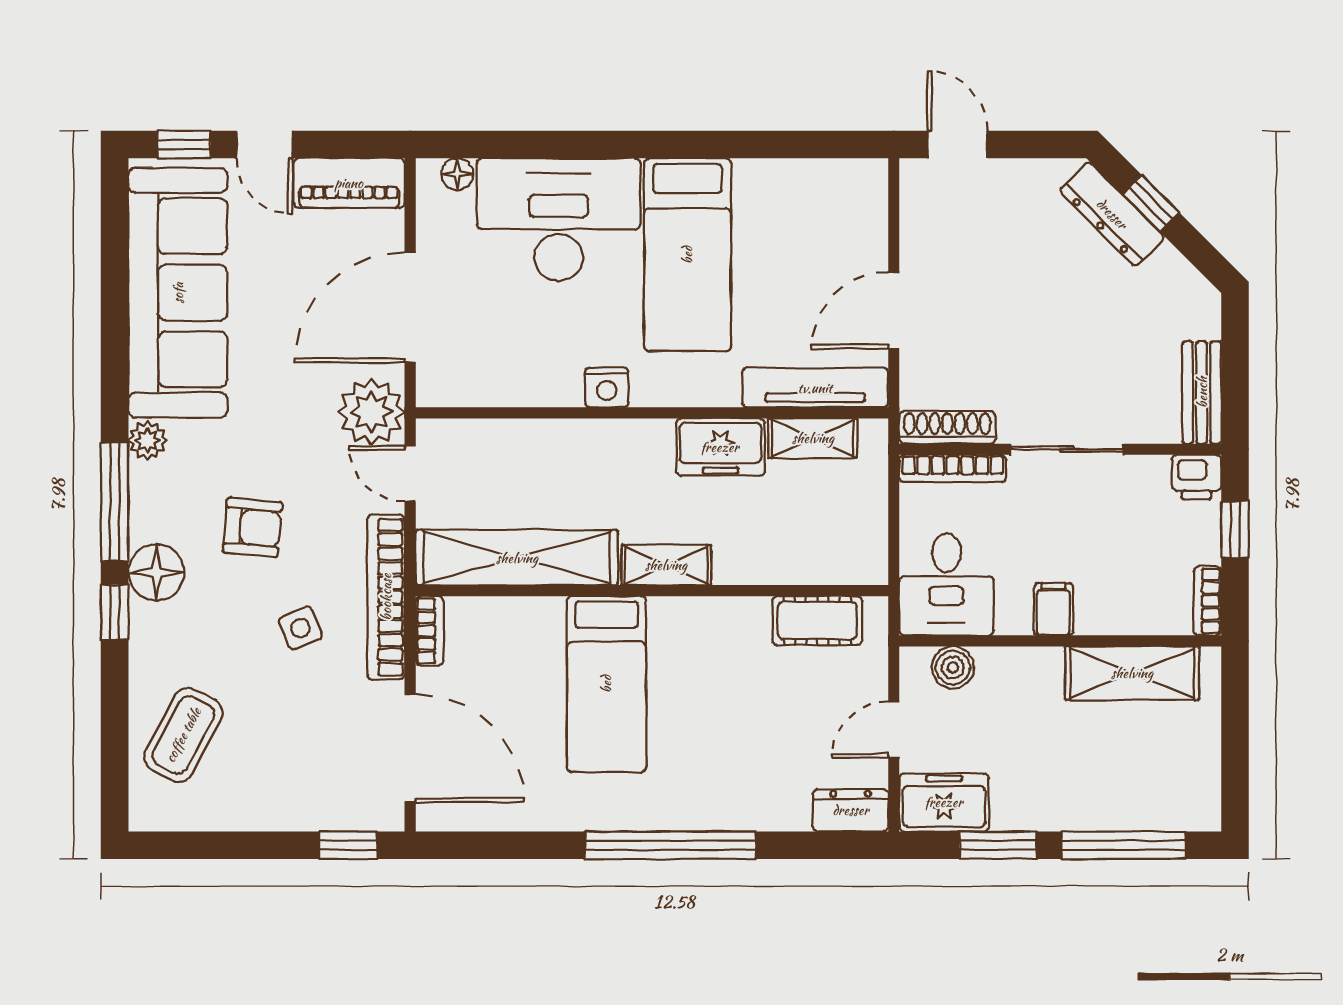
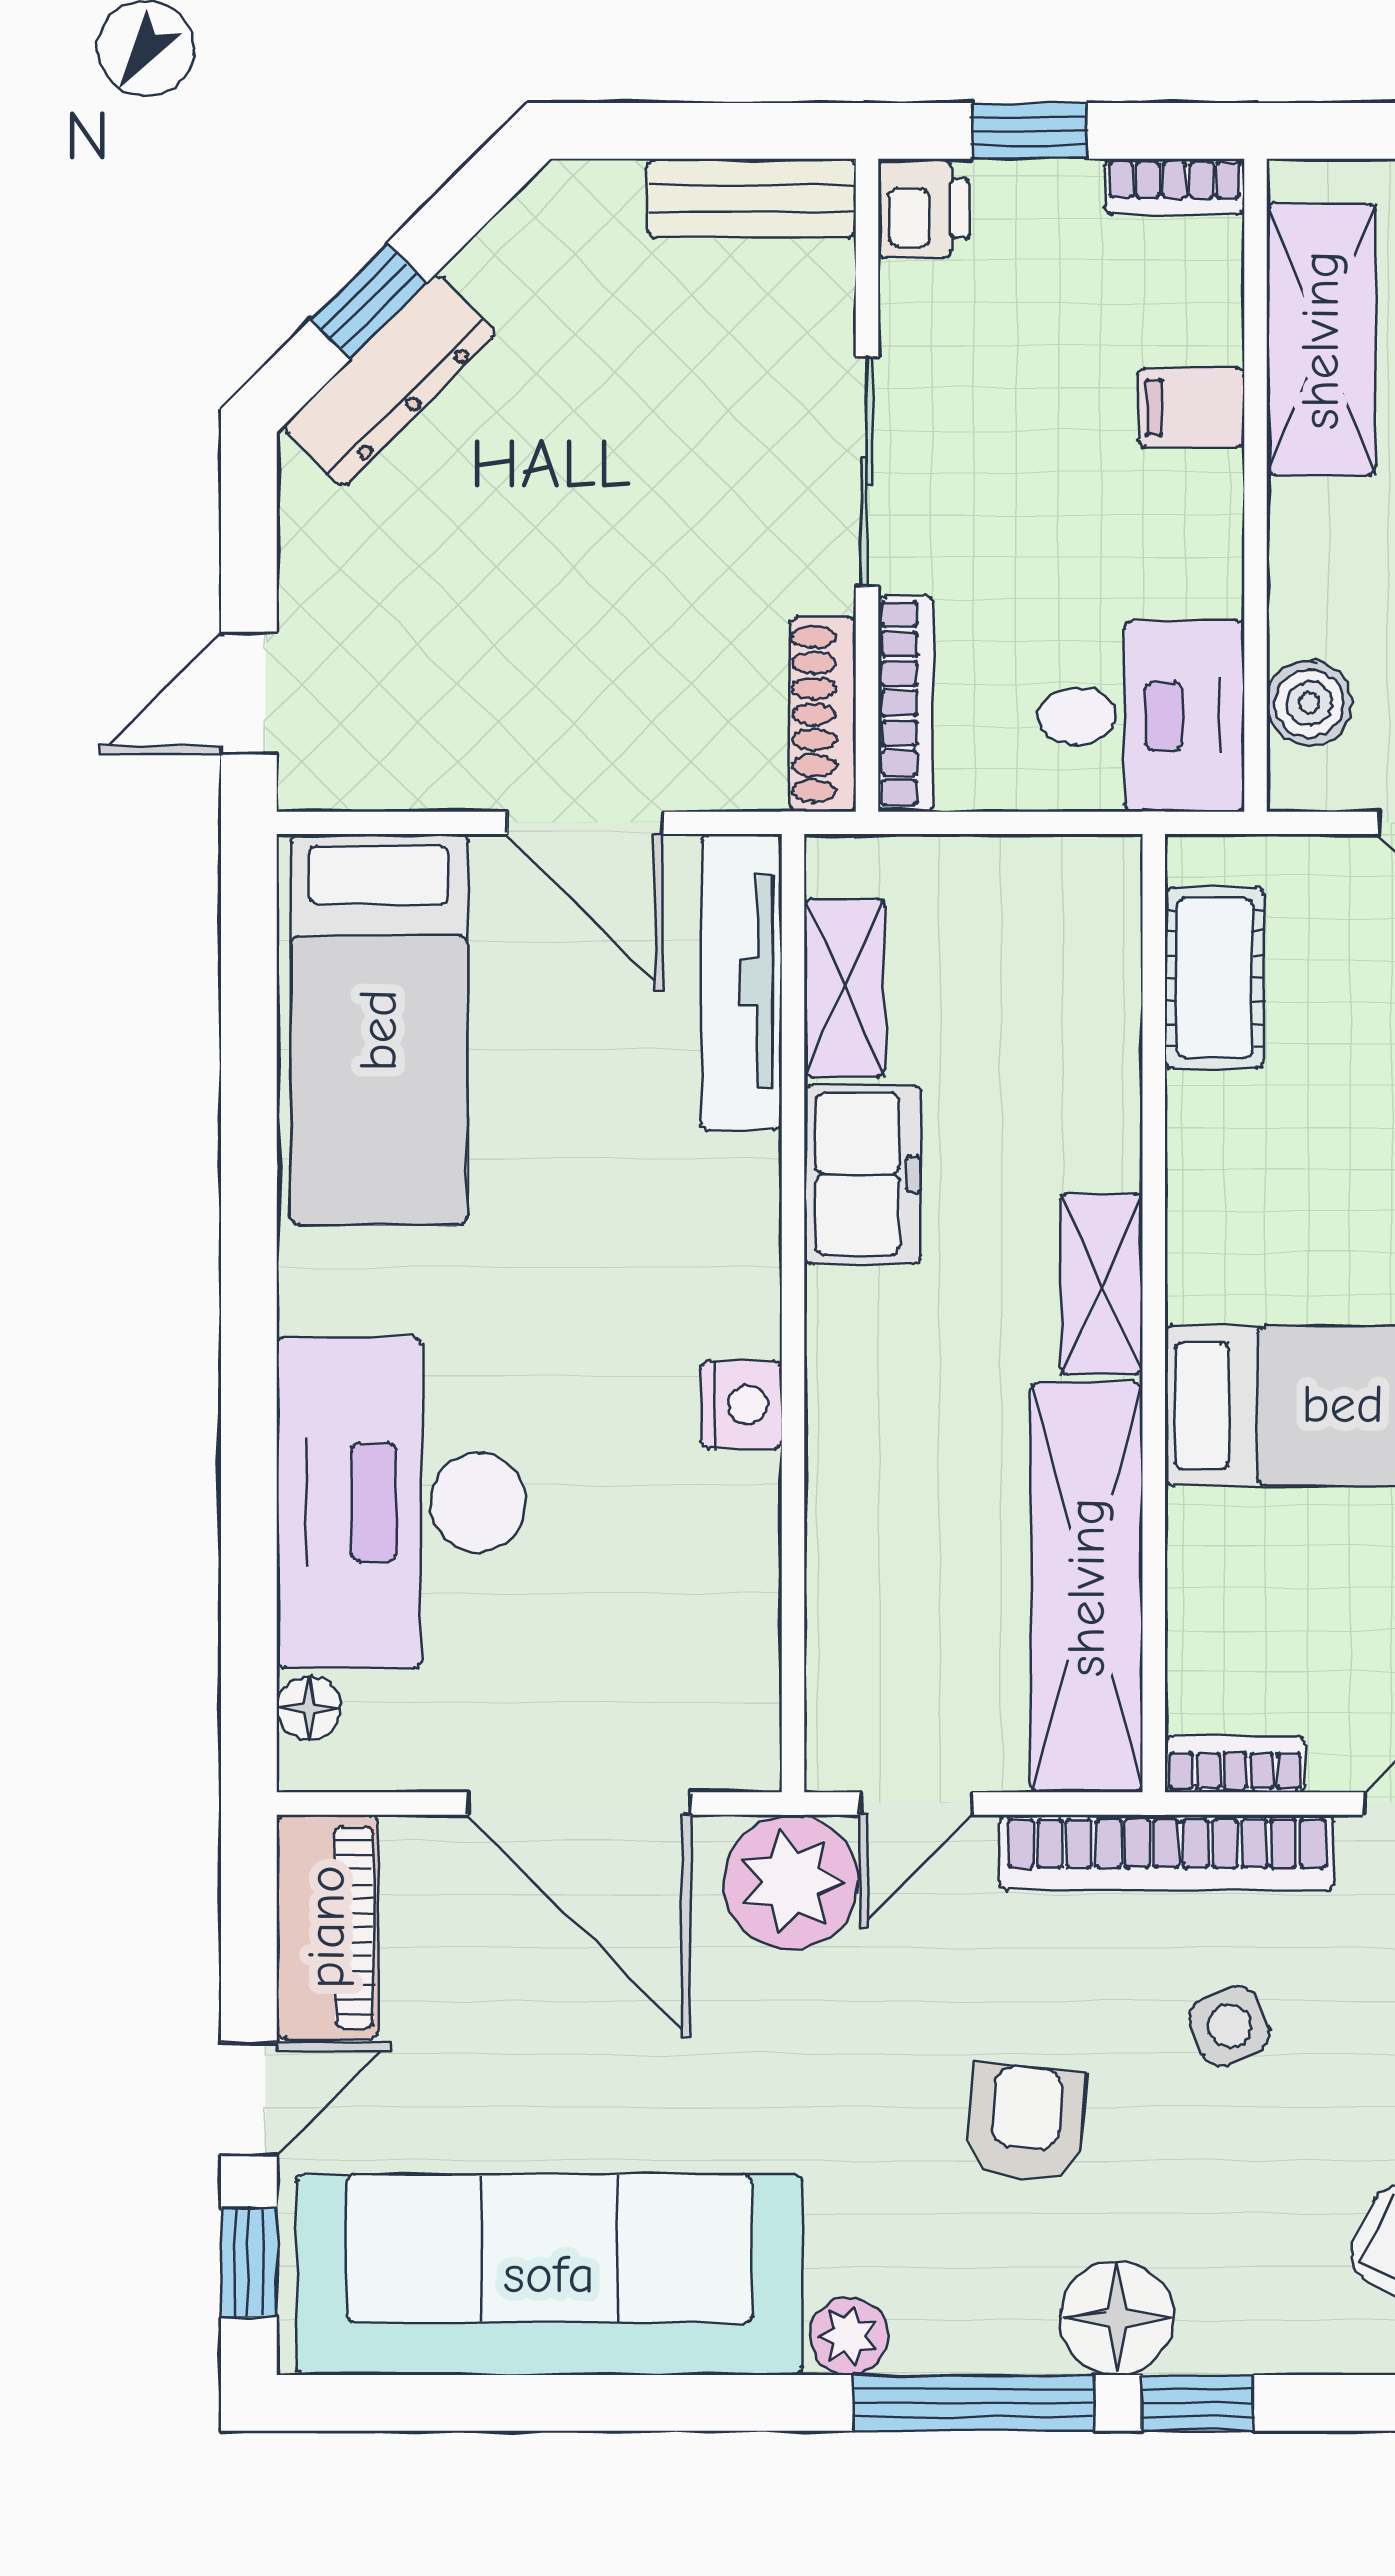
bed: (687, 255) -> (379, 1030), moved, turned 90
filing cabinet: (1053, 609) -> (1191, 408), moved

